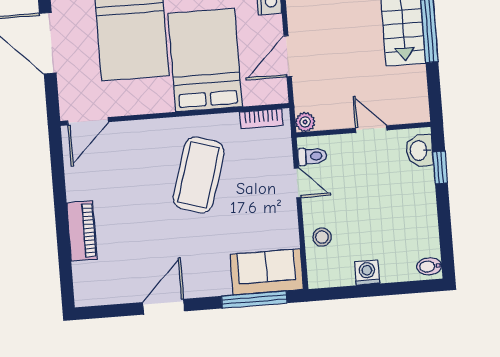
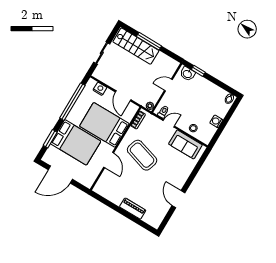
door: (88, 121) -> (109, 160), moved
sofa: (267, 272) -> (185, 144), moved, turned -90
window: (254, 300) -> (198, 166), removed

